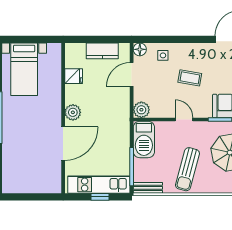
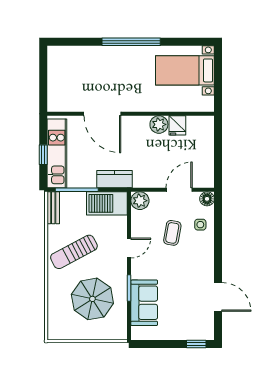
kitchen counter: (102, 51) -> (115, 179), moved, turned 90
door: (132, 74) -> (179, 190), hinge flipped
coffee table: (190, 78) -> (172, 233), moved
plant: (73, 112) -> (159, 124), moved
sun lounger: (187, 169) -> (74, 252), turned -43

